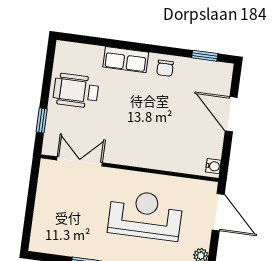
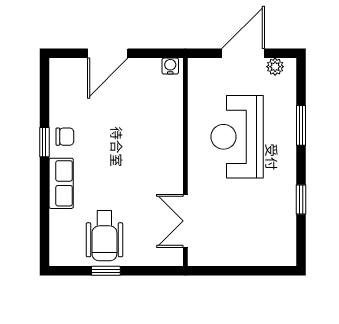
window: (205, 56) -> (44, 142), moved
window: (42, 120) -> (106, 271), moved
door: (218, 212) -> (243, 53), moved

